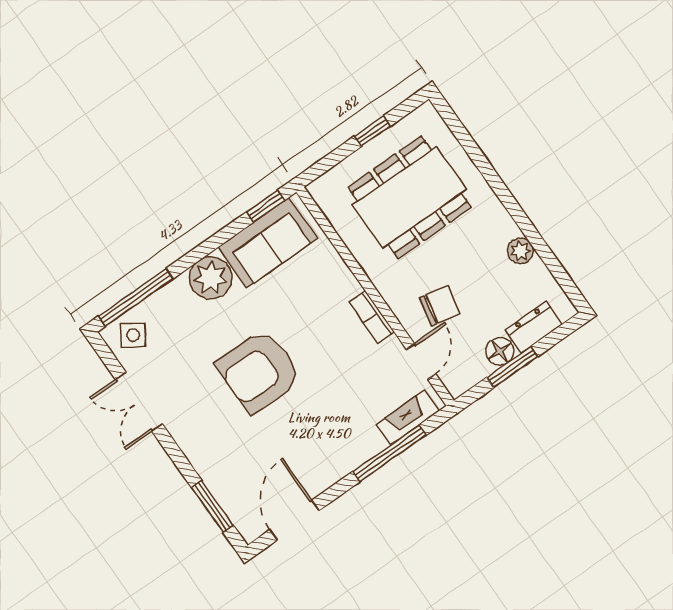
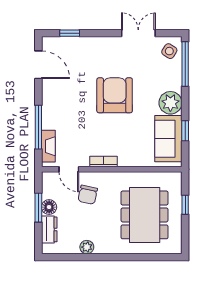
window: (372, 131) -> (185, 205), moved
window: (266, 206) -> (185, 131), moved
window: (213, 506) -> (70, 33), width x0.67

